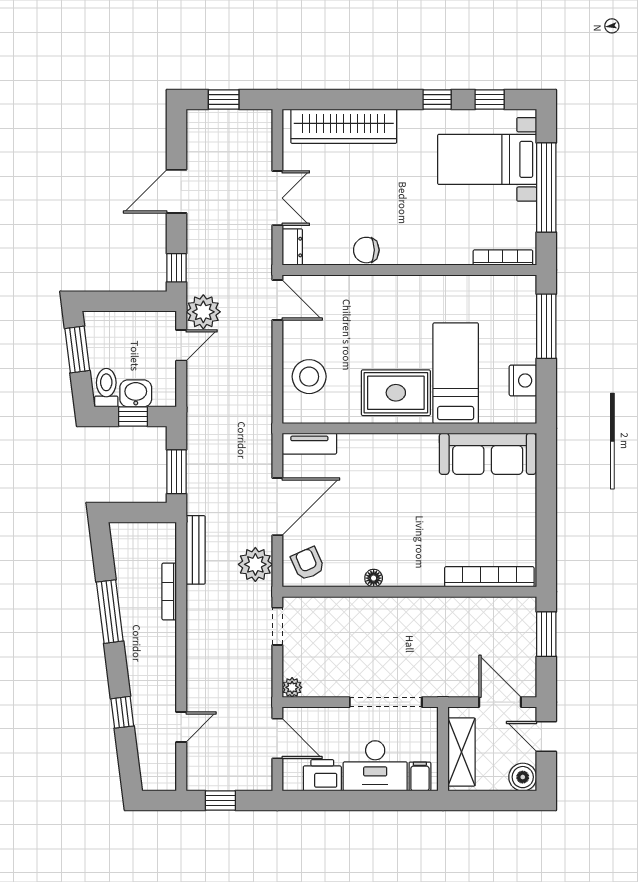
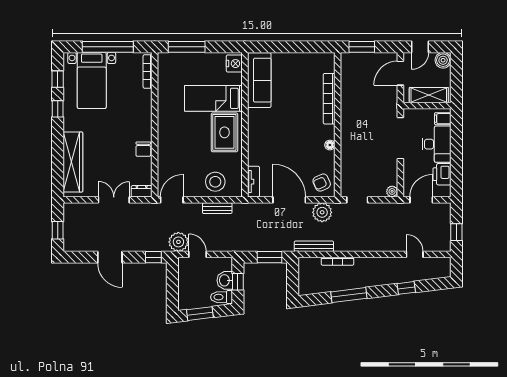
bench: (263, 380) -> (217, 208), added
nightstand: (523, 380) -> (234, 64), moved, turned 90
bookcase: (489, 577) -> (329, 99), moved

